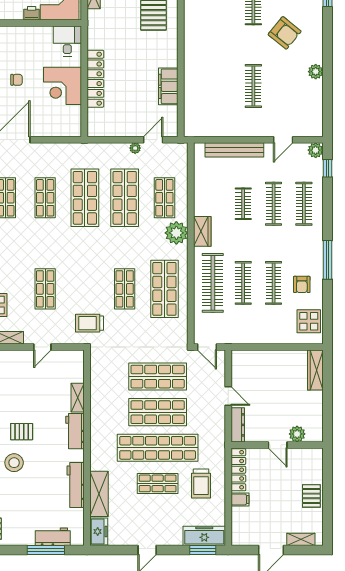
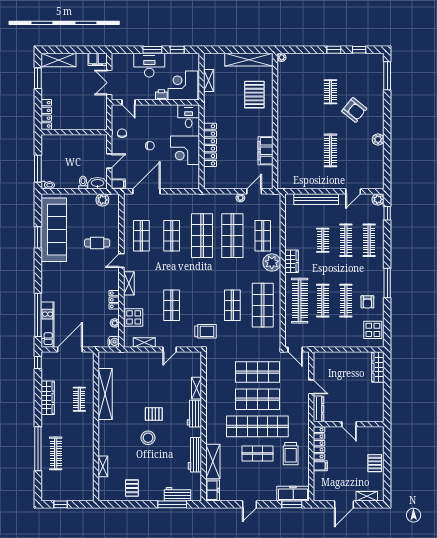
trolley: (89, 323) -> (206, 331), turned 180
plant: (297, 434) -> (364, 416), removed

